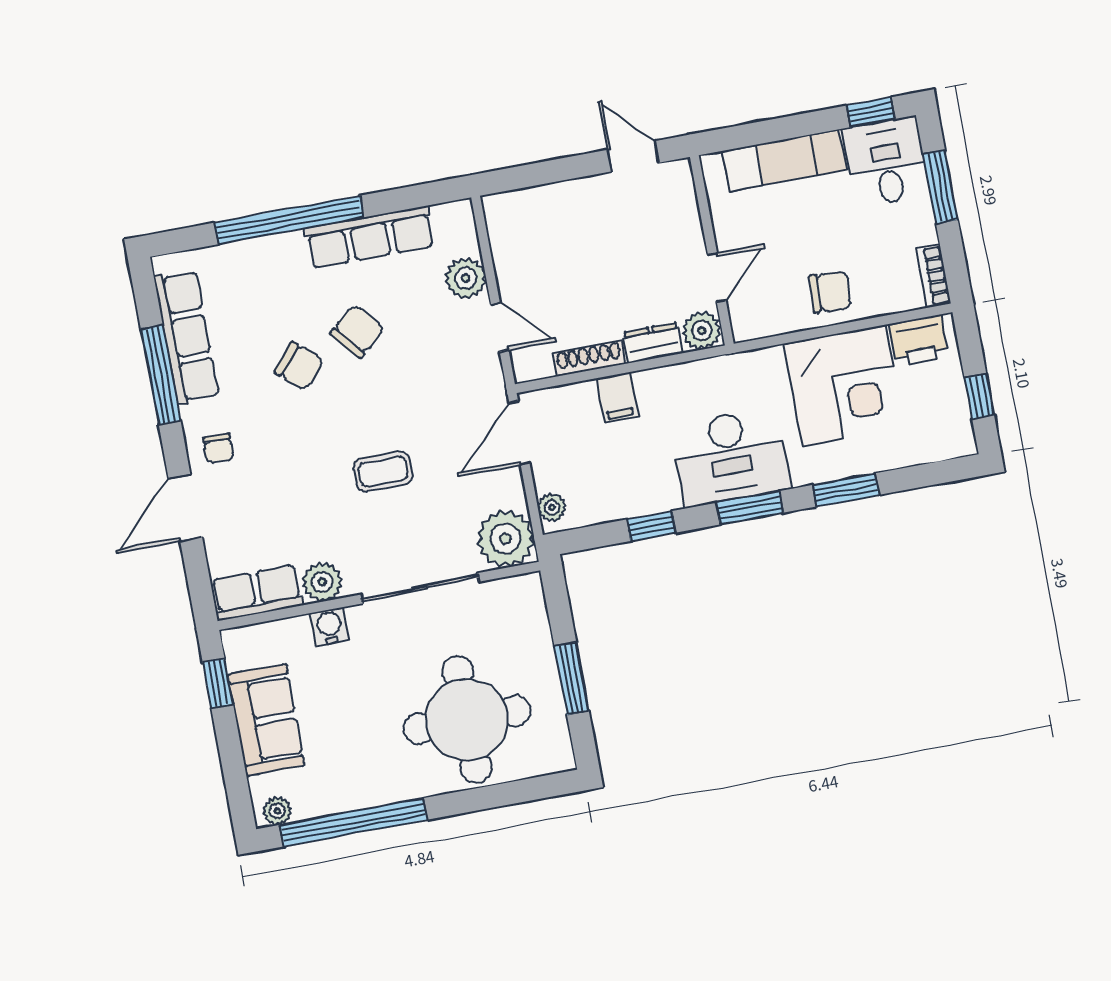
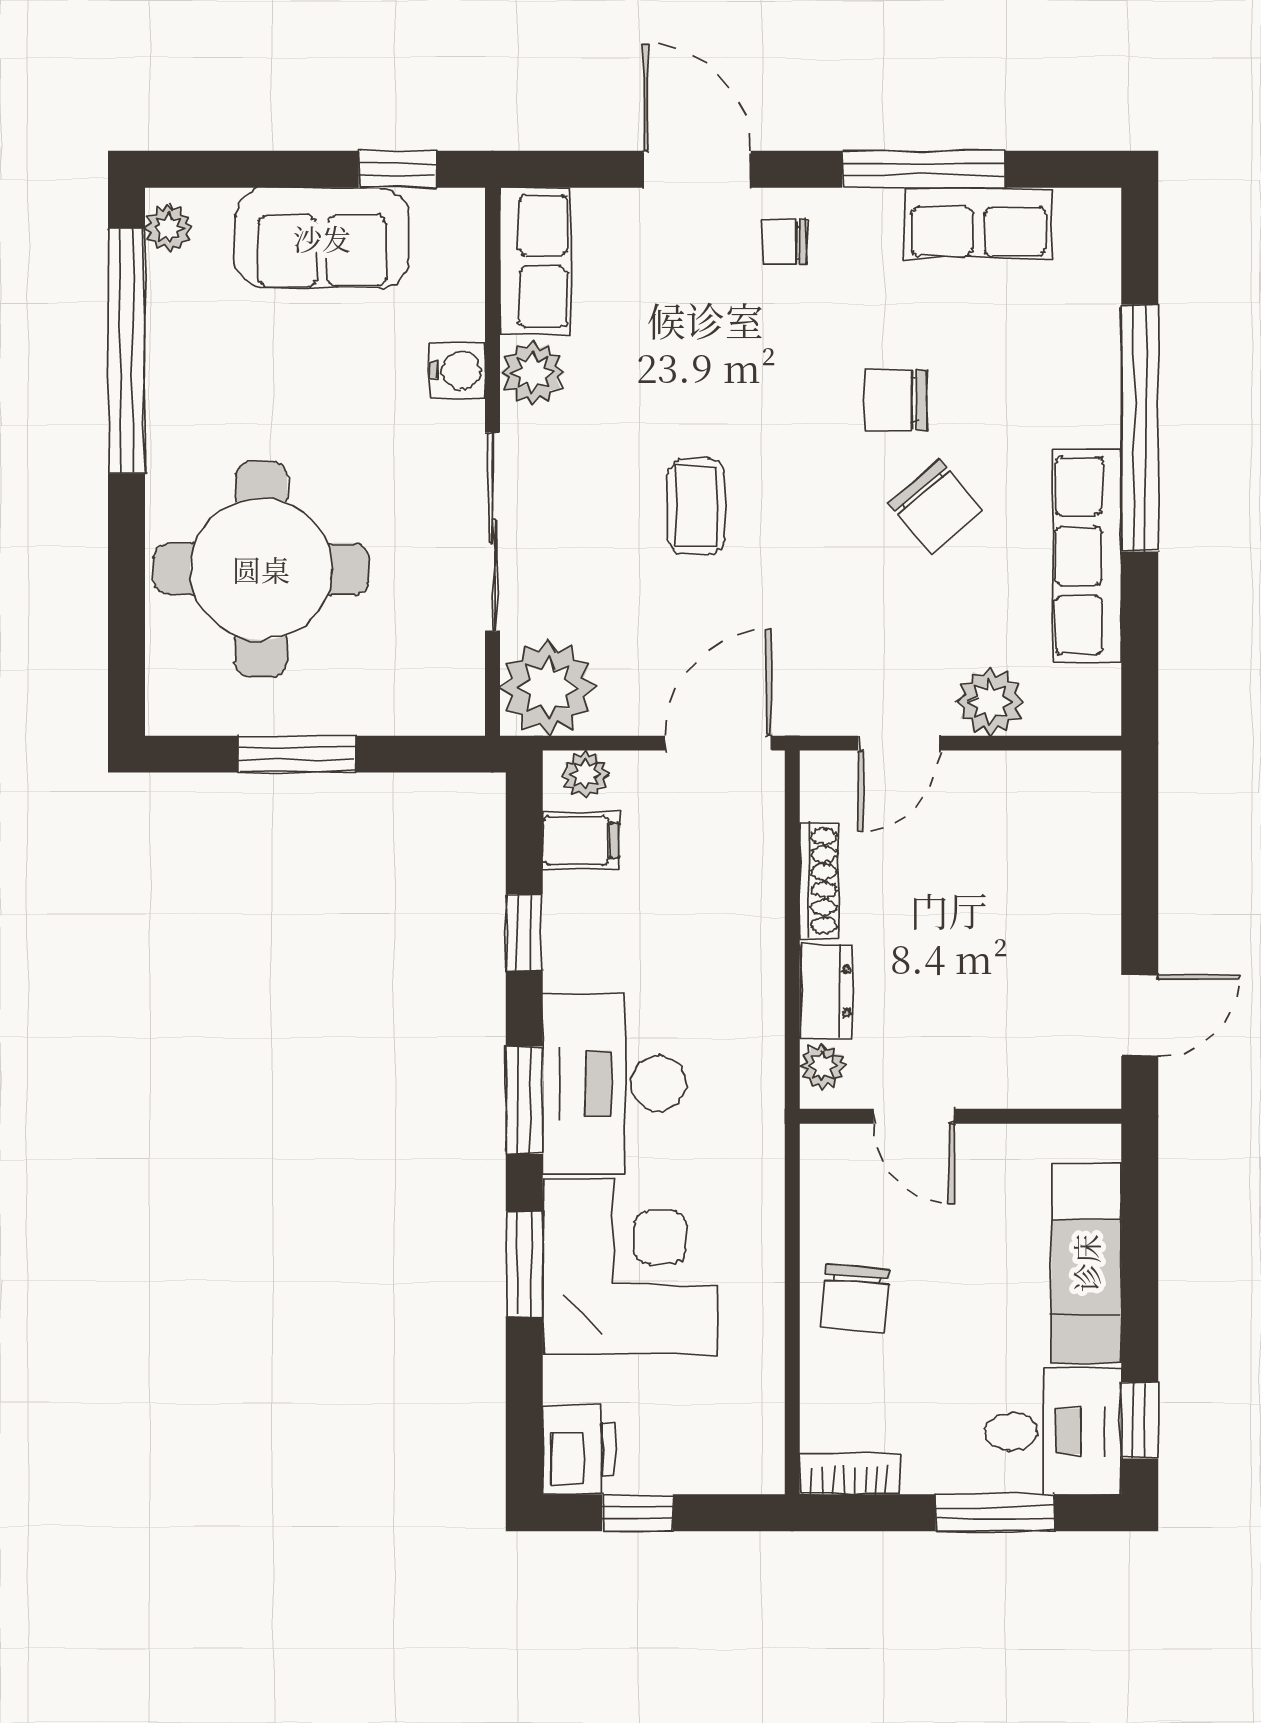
plant: (702, 331) -> (823, 1066), width x0.73, depth x0.73
row of seats: (186, 337) -> (978, 223), width x0.68
printer: (919, 341) -> (579, 1450), moved, turned 180
chair: (299, 366) -> (896, 400), turned 50
corner desk: (844, 385) -> (630, 1267), moved, turned 180
filing cabinet: (617, 398) -> (581, 841), moved, turned 180
door: (519, 433) -> (718, 743), hinge flipped

